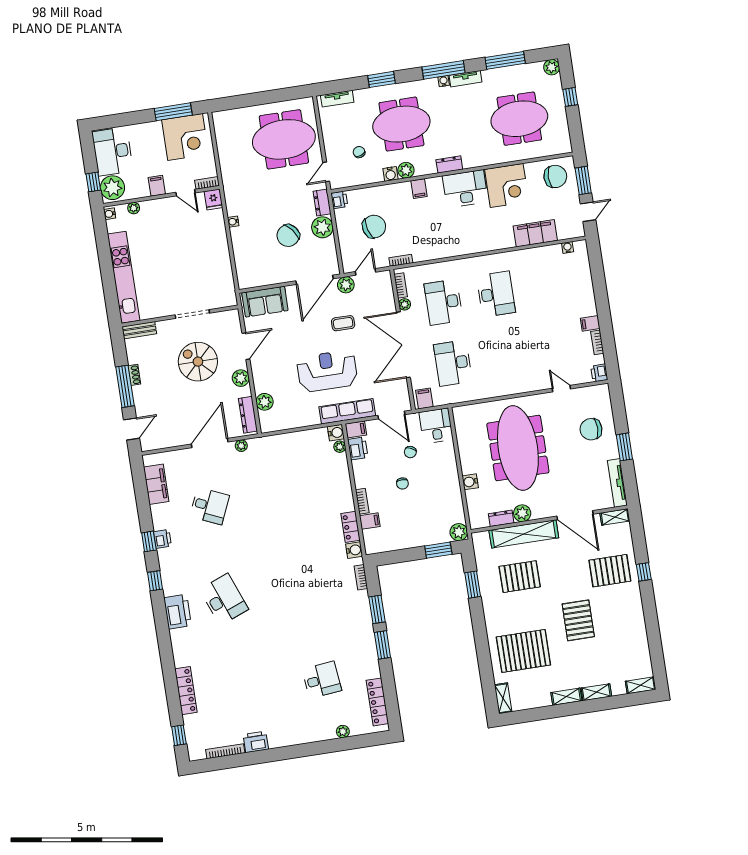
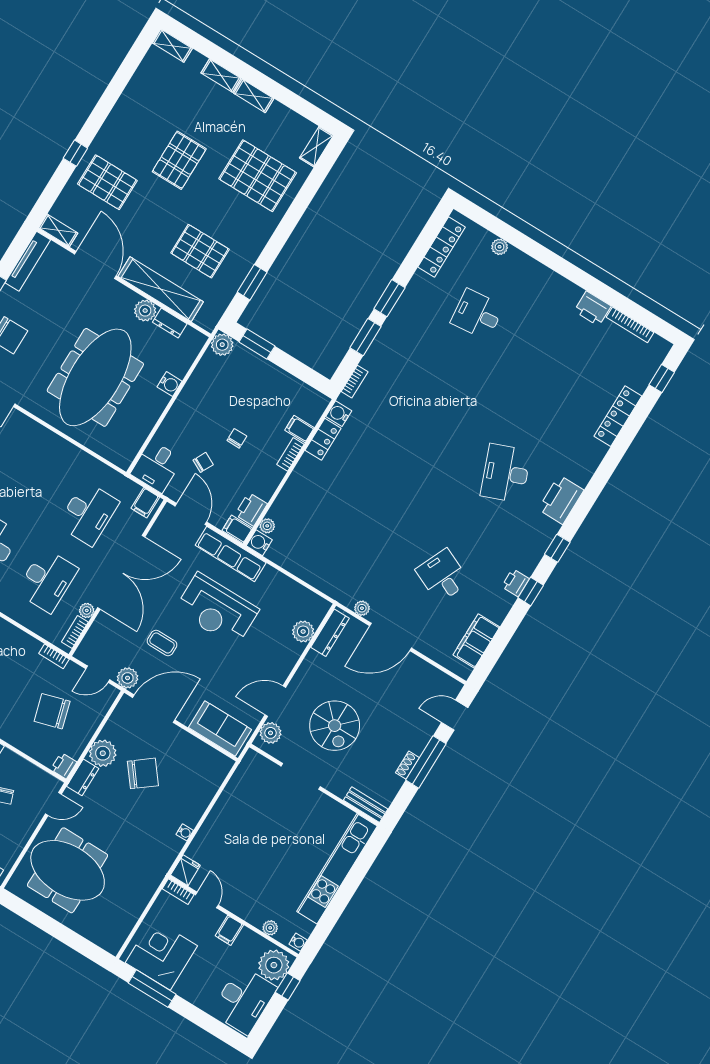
plant: (241, 378) -> (271, 733), moved

